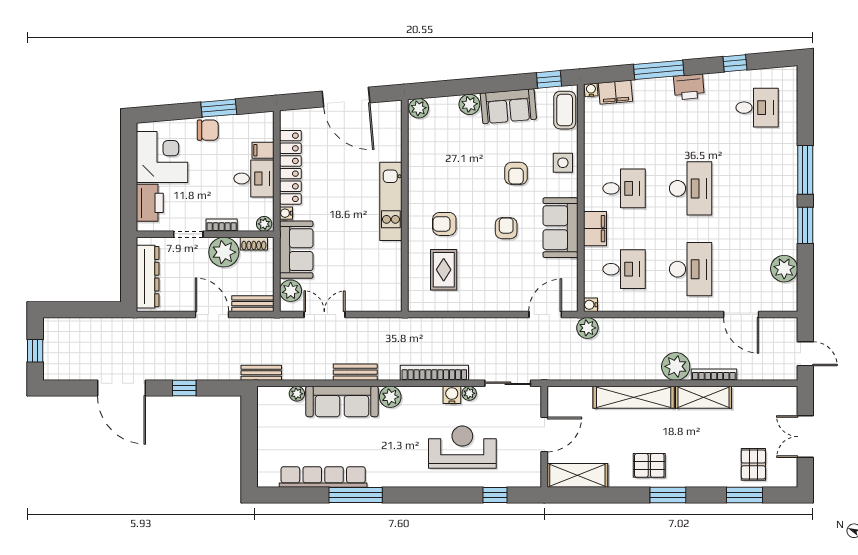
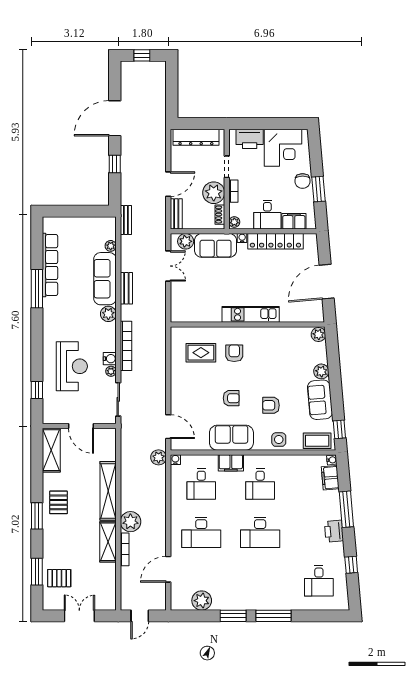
filing cabinet: (263, 150) -> (294, 221), width x2.00

